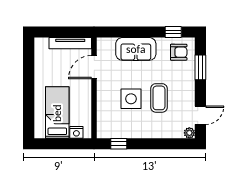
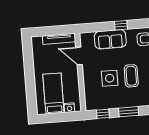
window: (173, 32) -> (121, 25), moved
door: (94, 67) -> (79, 56), hinge flipped
window: (152, 144) -> (129, 112), added

